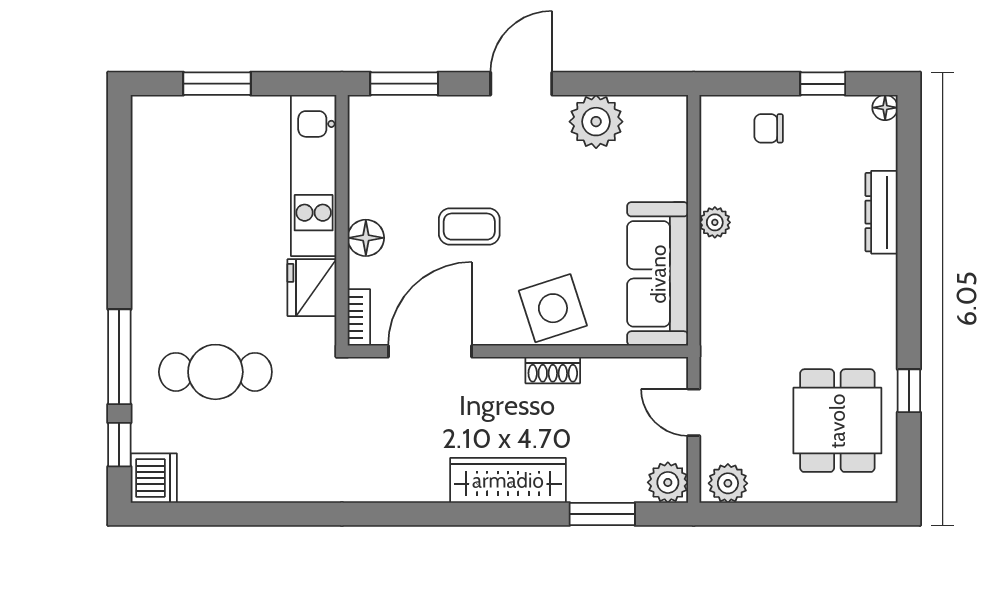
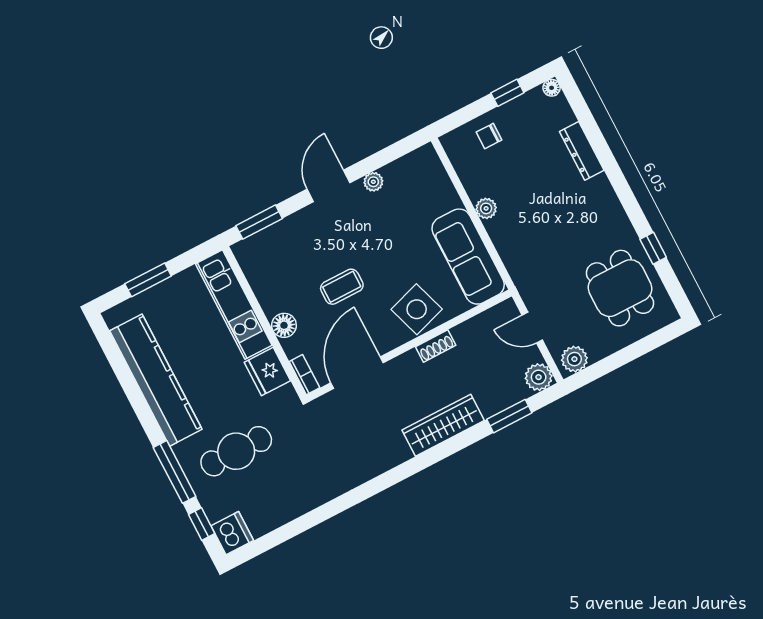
plant: (596, 122) -> (373, 182), width x0.53, depth x0.53
kitchen counter: (158, 222) -> (156, 380), added

